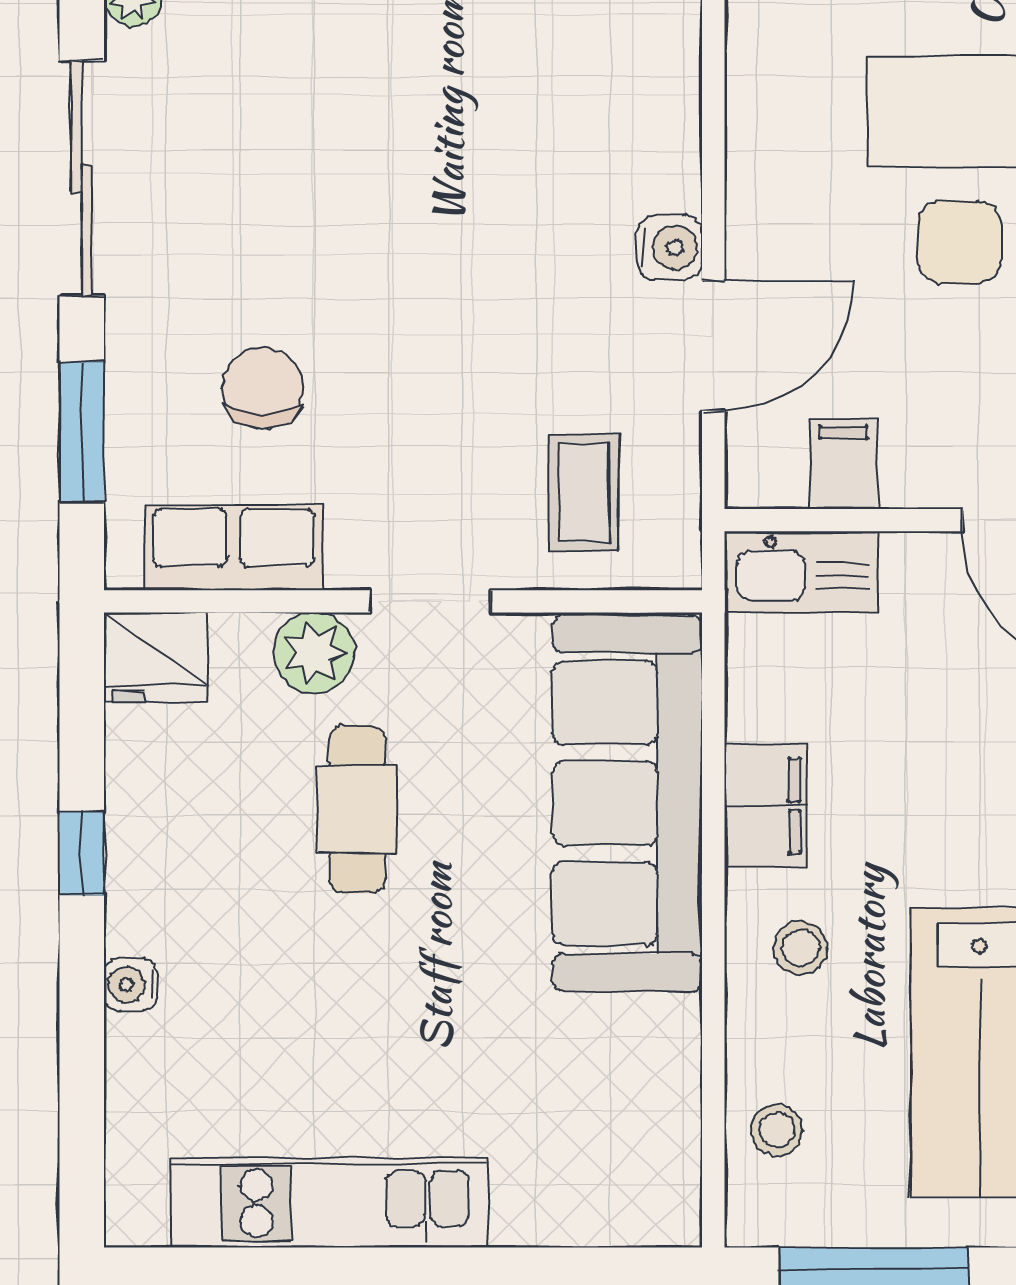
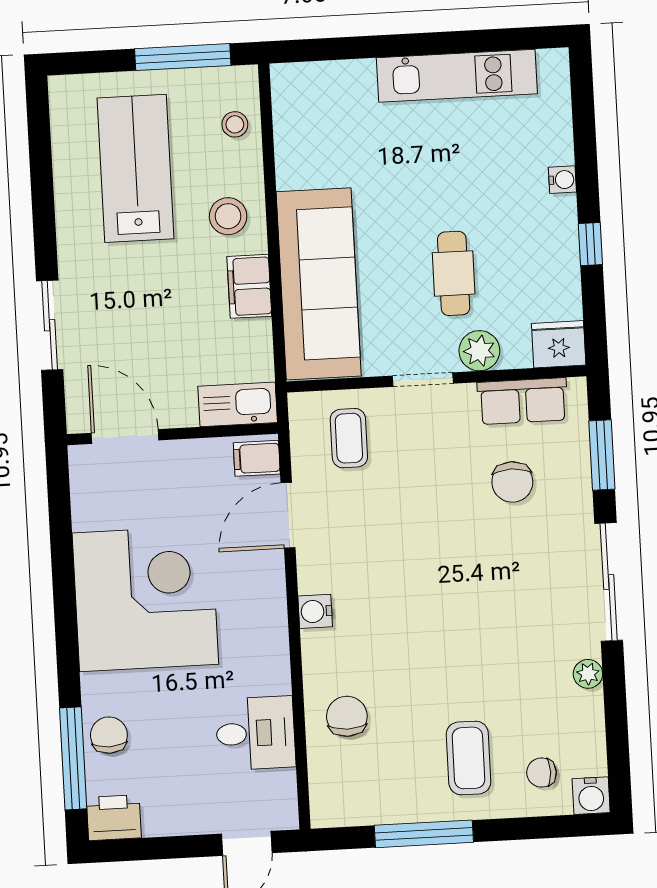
water cooler: (669, 248) -> (315, 611), moved
filing cabinet: (844, 464) -> (257, 458), moved, turned 90
stool: (800, 948) -> (228, 216), width x1.37, depth x1.37

